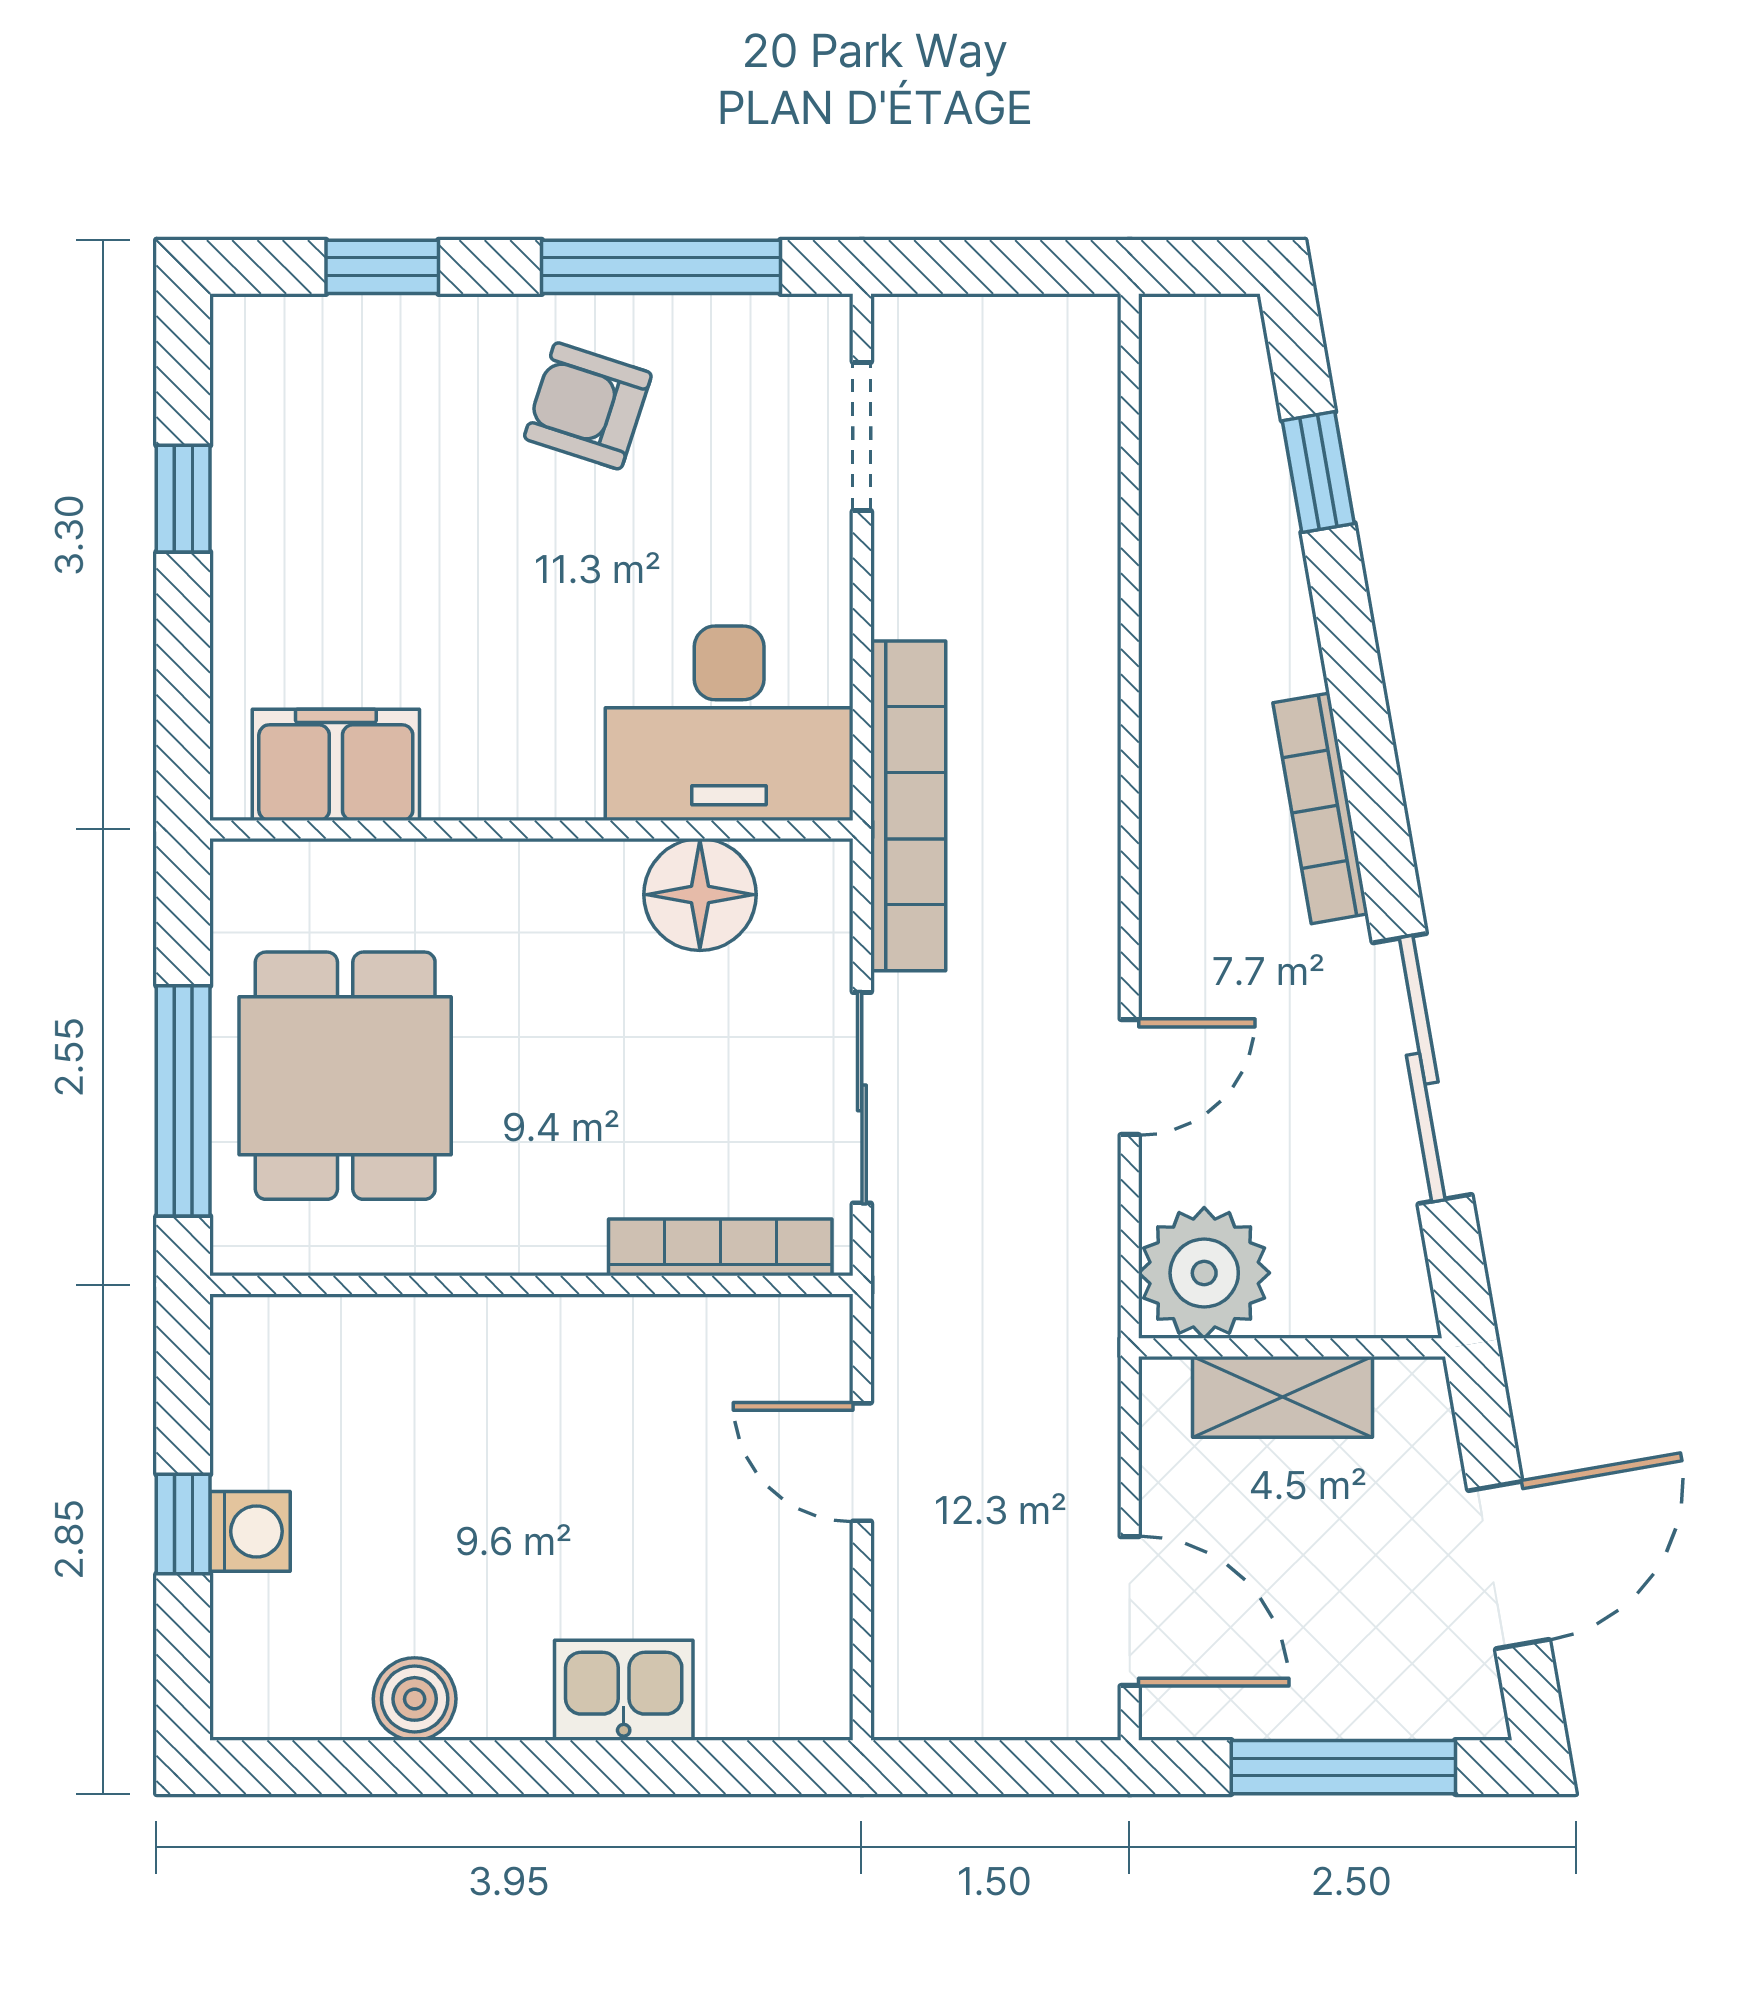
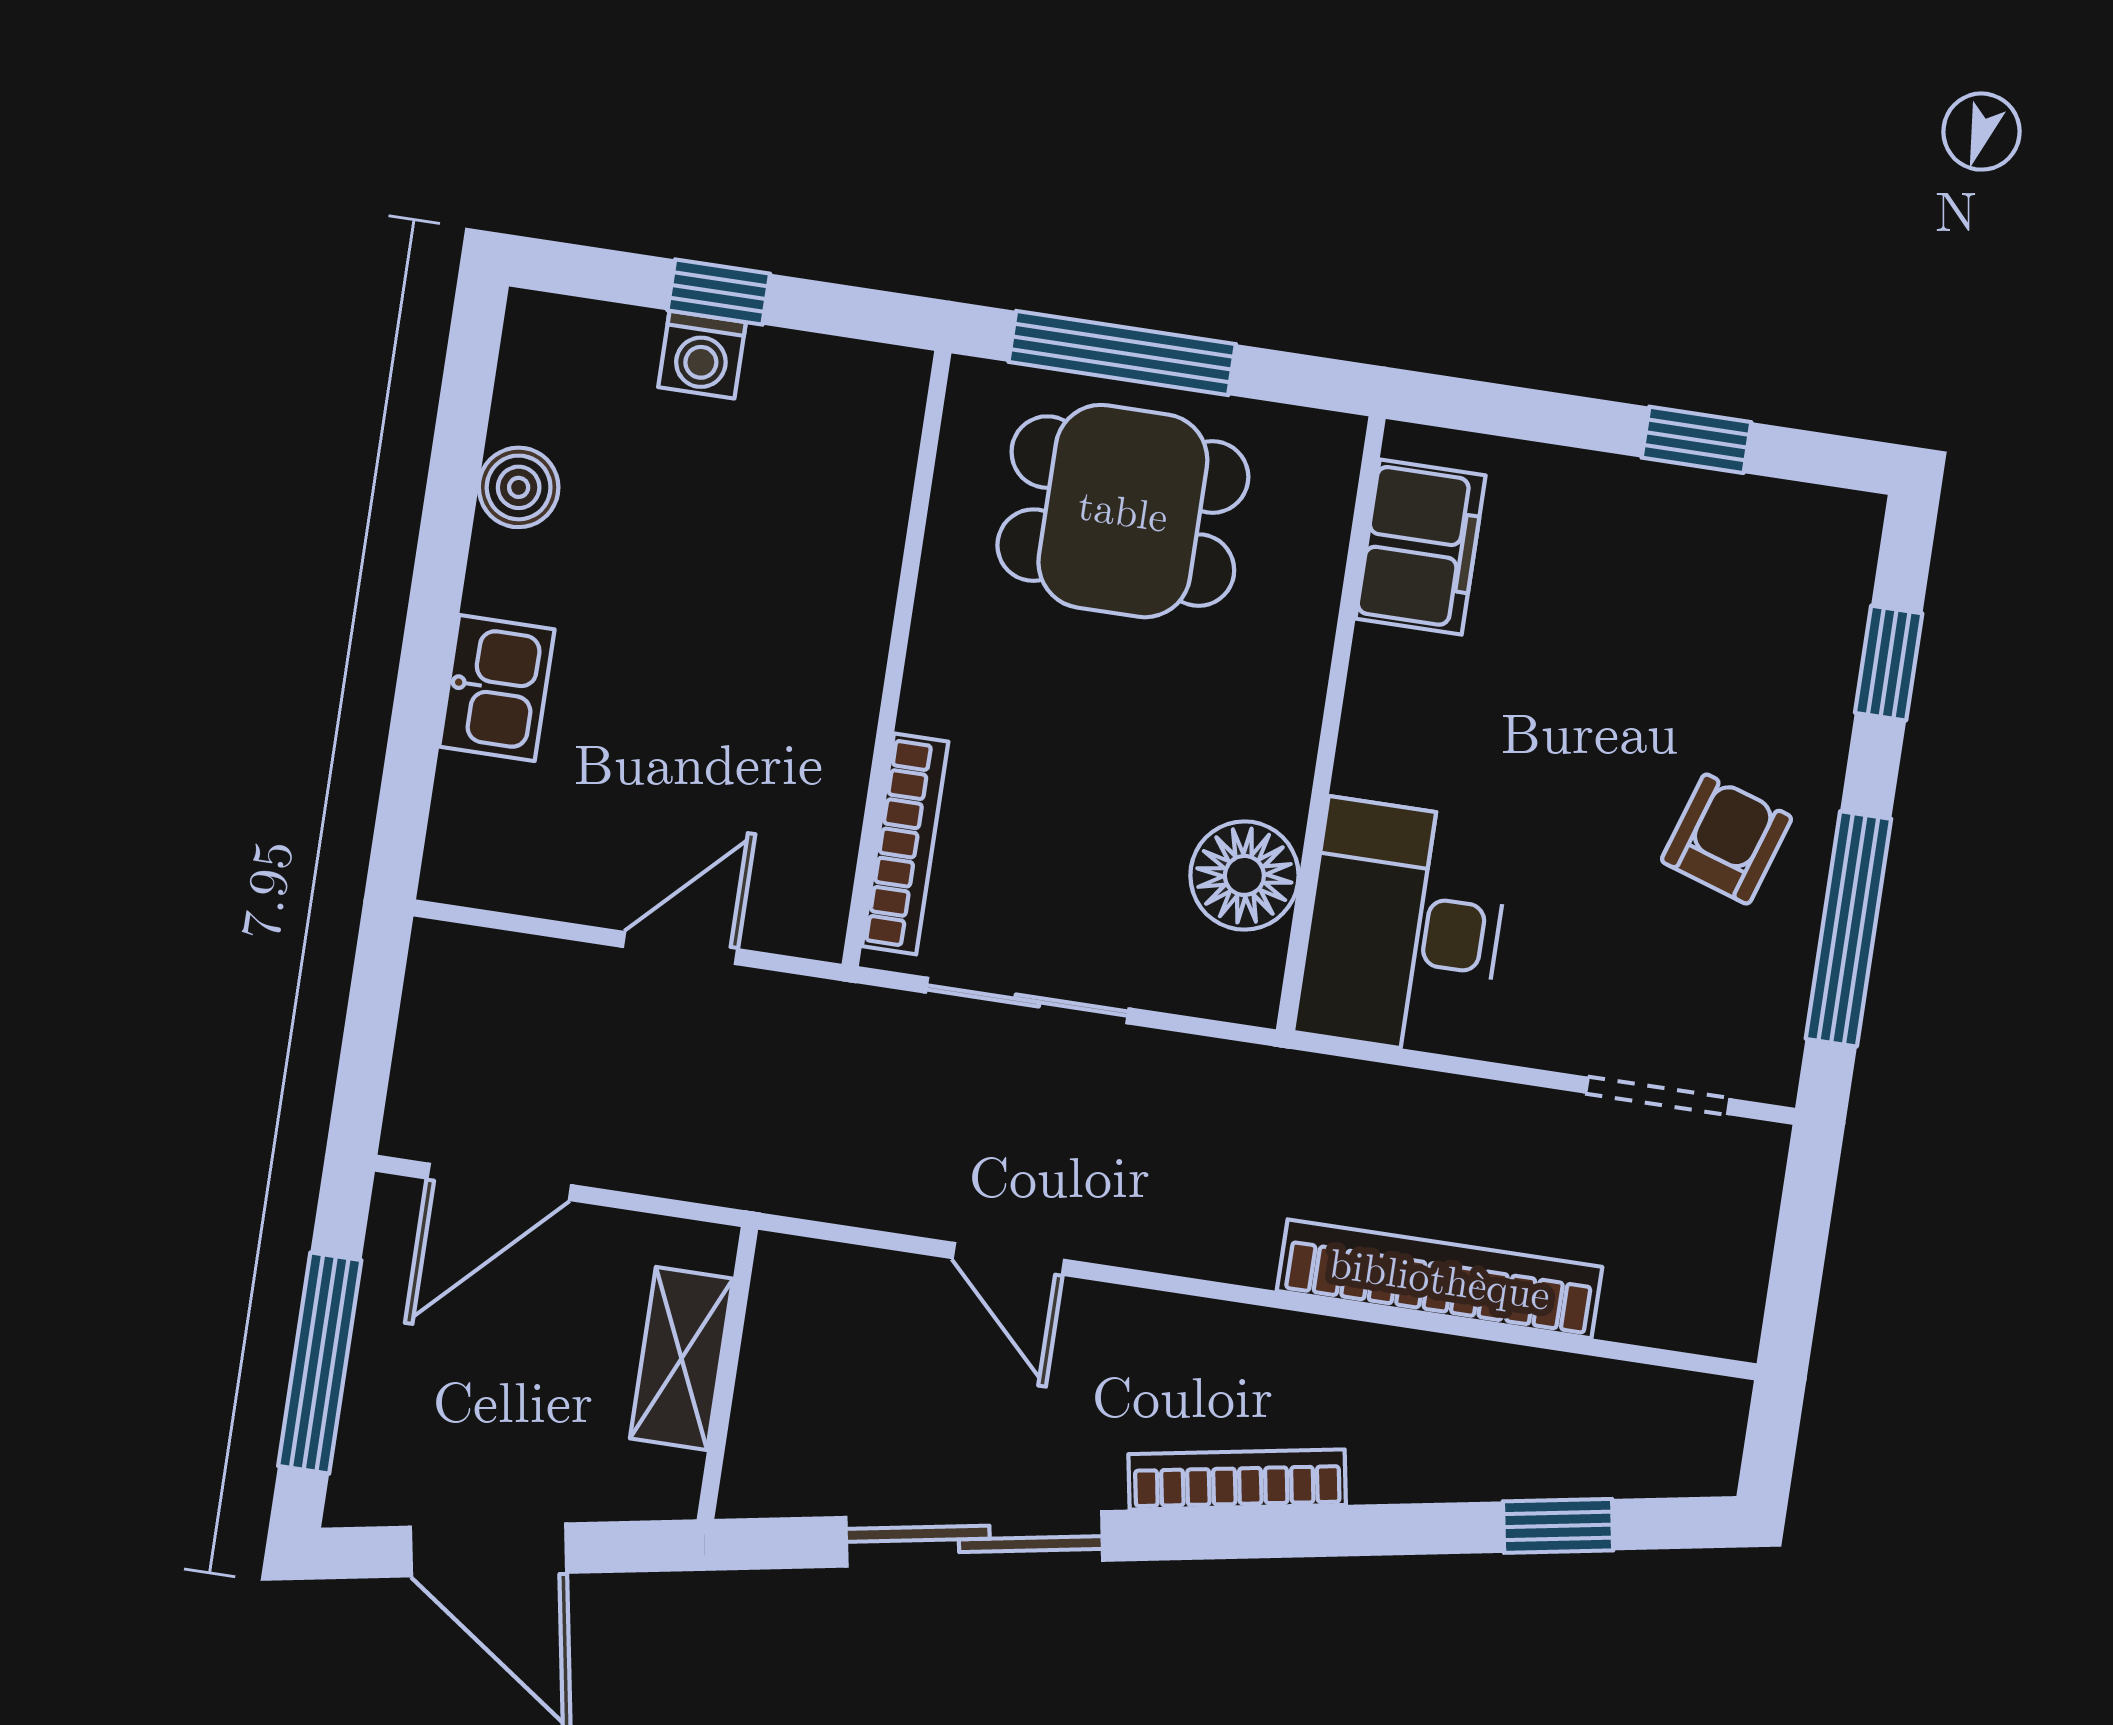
bookcase: (908, 806) -> (1440, 1279), moved, turned 180
plant: (1204, 1273) -> (811, 1302), removed

